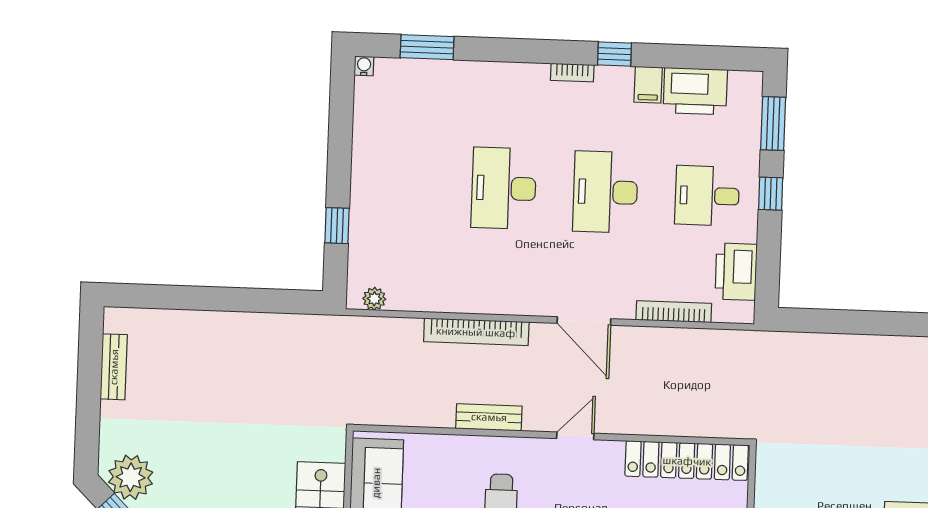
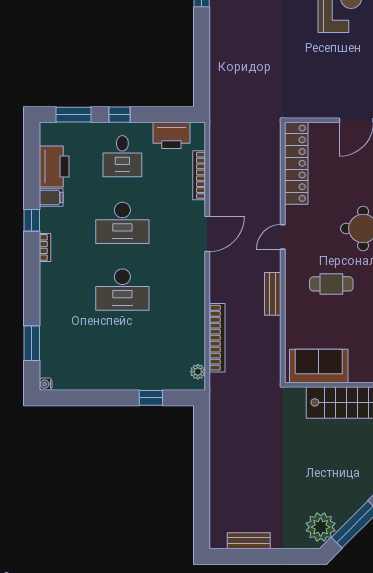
bookcase: (476, 332) -> (217, 338), moved
door: (575, 436) -> (283, 237), hinge flipped

